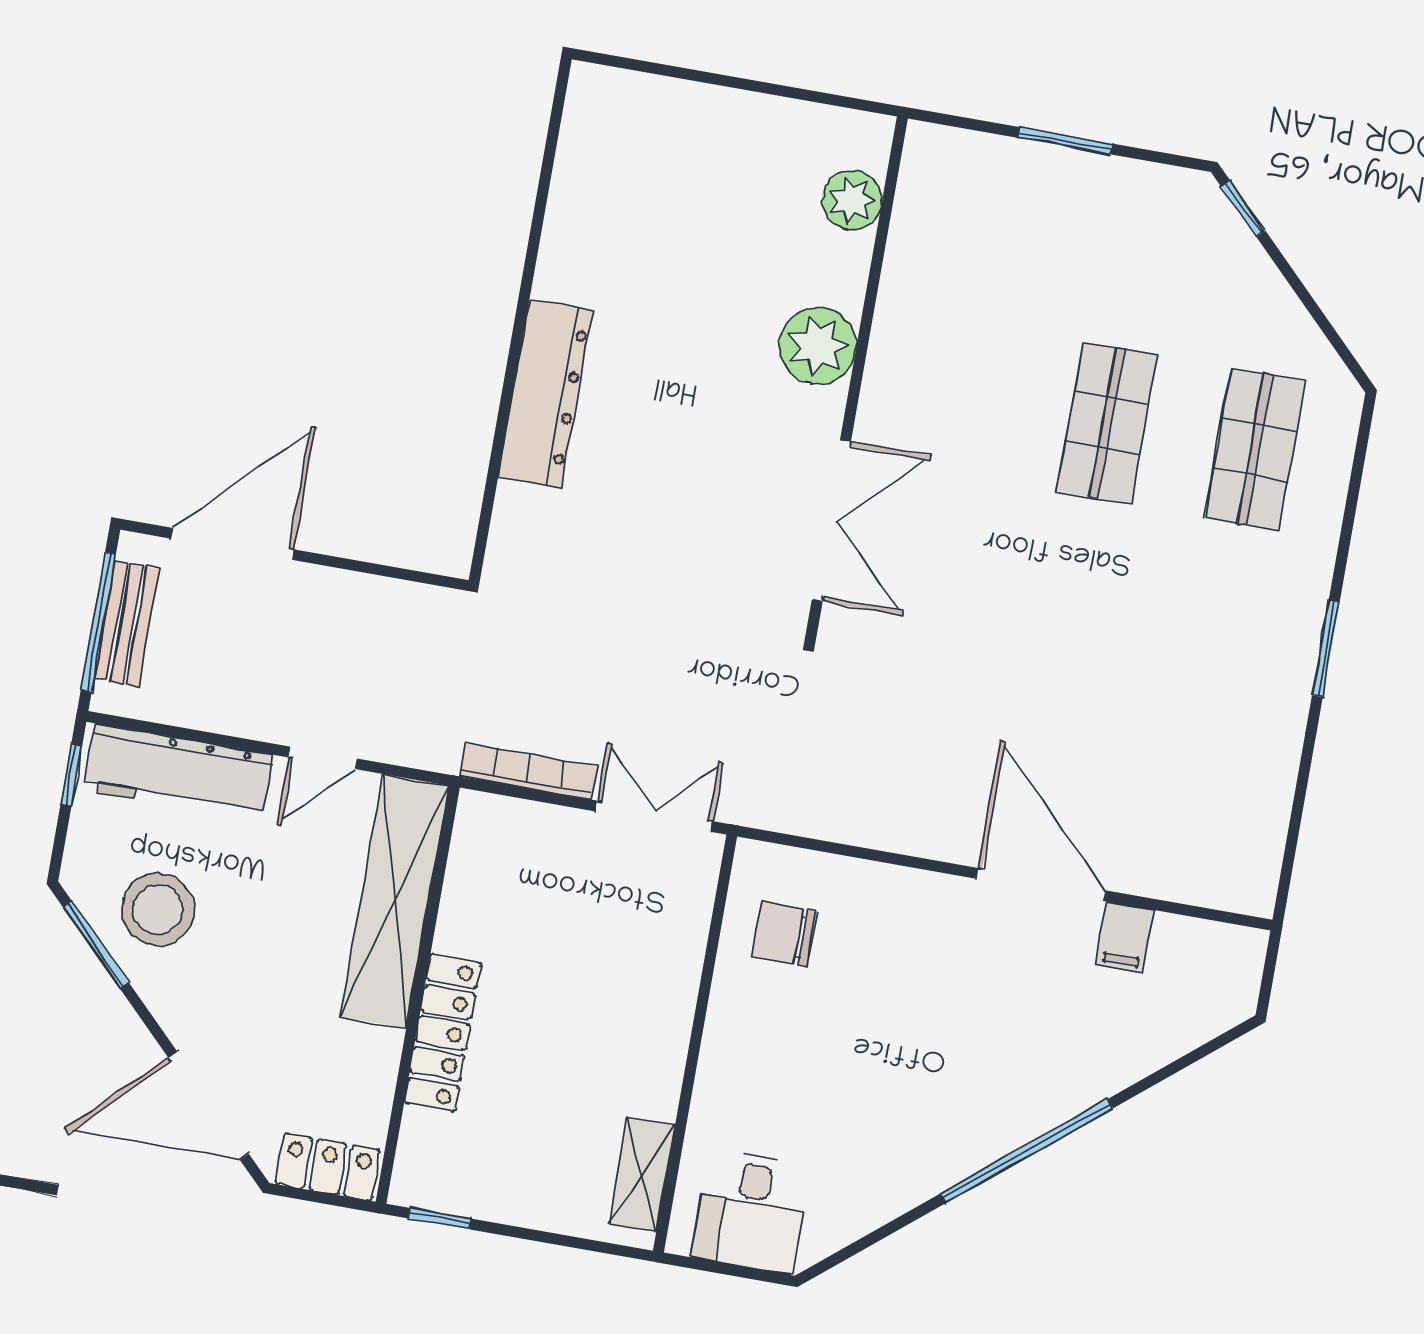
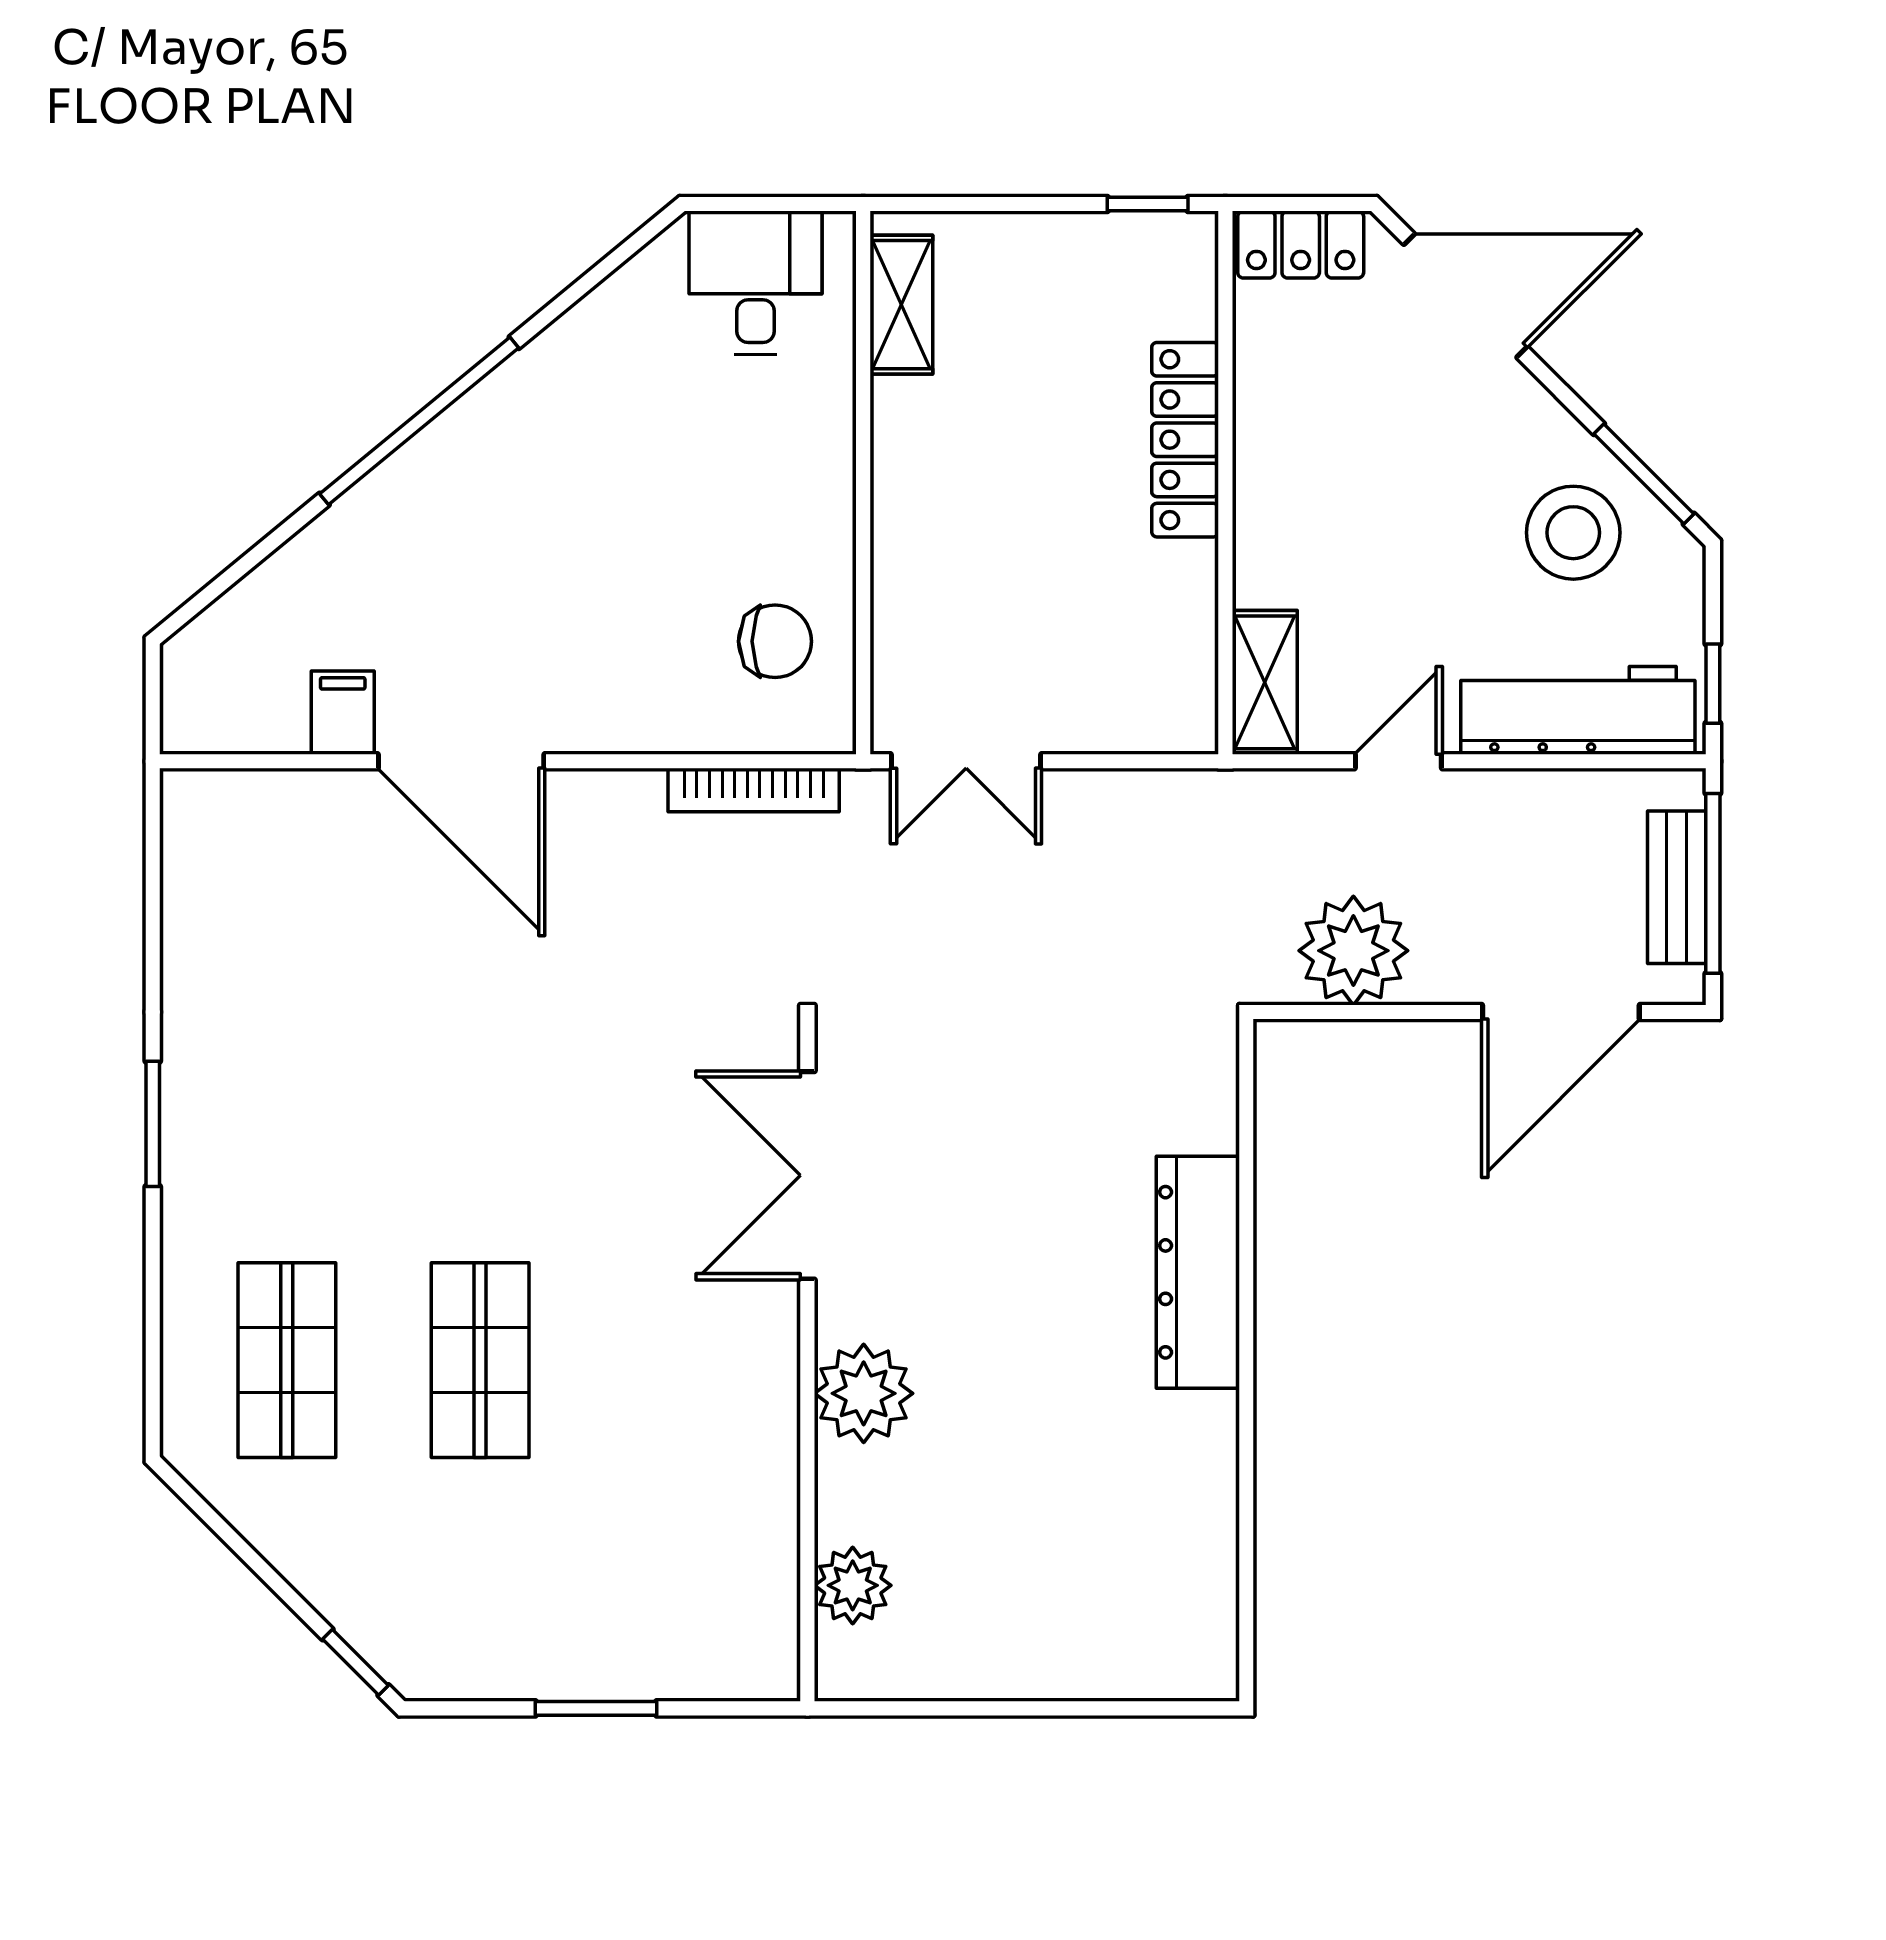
plant: (383, 619) -> (1353, 951), added
bookcase: (528, 771) -> (754, 790), moved
shelving: (395, 901) -> (1265, 682), width x0.45, depth x0.75

